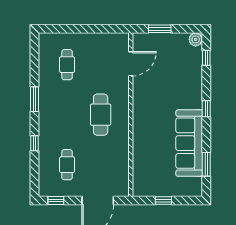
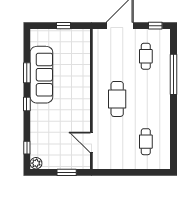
door: (131, 64) -> (91, 142), hinge flipped
window: (35, 99) -> (174, 112), removed
window: (35, 143) -> (174, 74), width x3.17
window: (206, 164) -> (27, 73), moved

